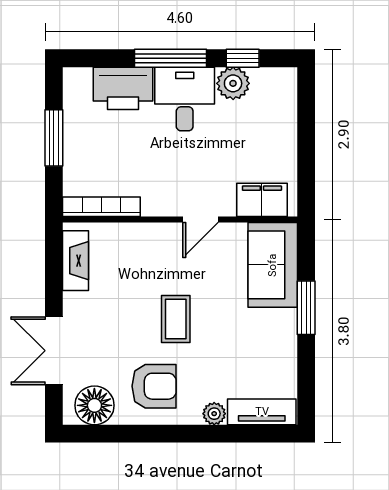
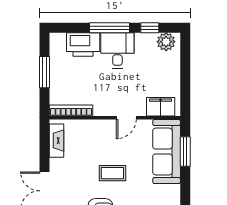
plant: (233, 83) -> (166, 42), moved
sofa: (273, 265) -> (167, 151), width x1.36
window: (306, 308) -> (185, 152), moved
coffee table: (176, 319) -> (112, 173), turned 90

